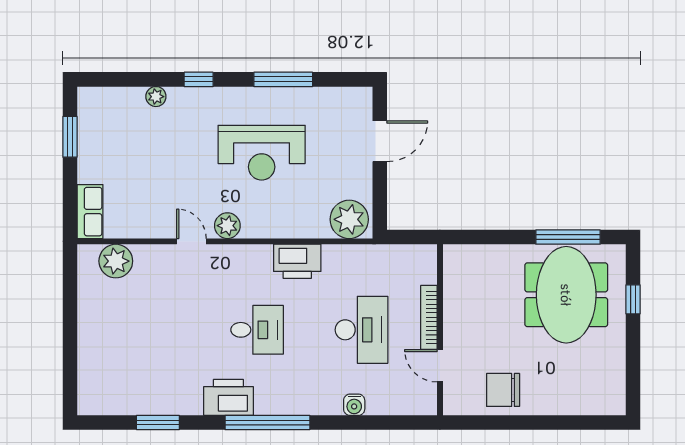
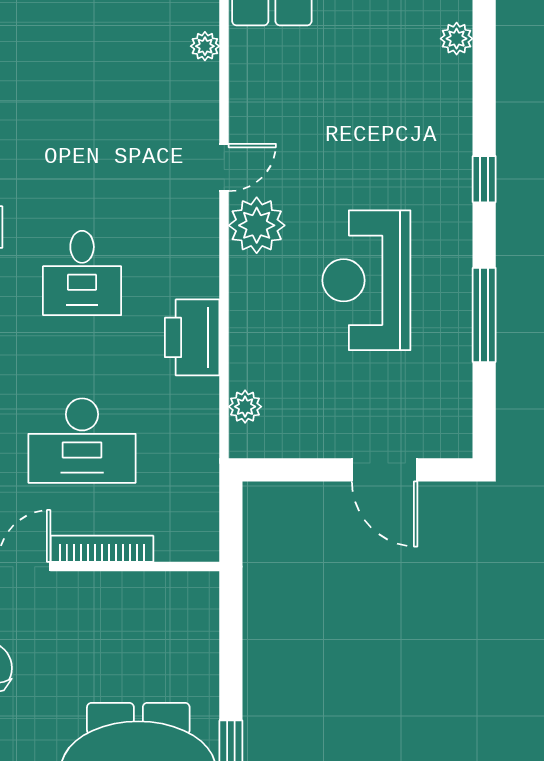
plant: (156, 97) -> (457, 39), moved
plant: (349, 219) -> (245, 407), width x0.53, depth x0.53
plant: (227, 226) -> (257, 225), width x1.36, depth x1.36
plant: (116, 261) -> (205, 46), width x0.53, depth x0.53

